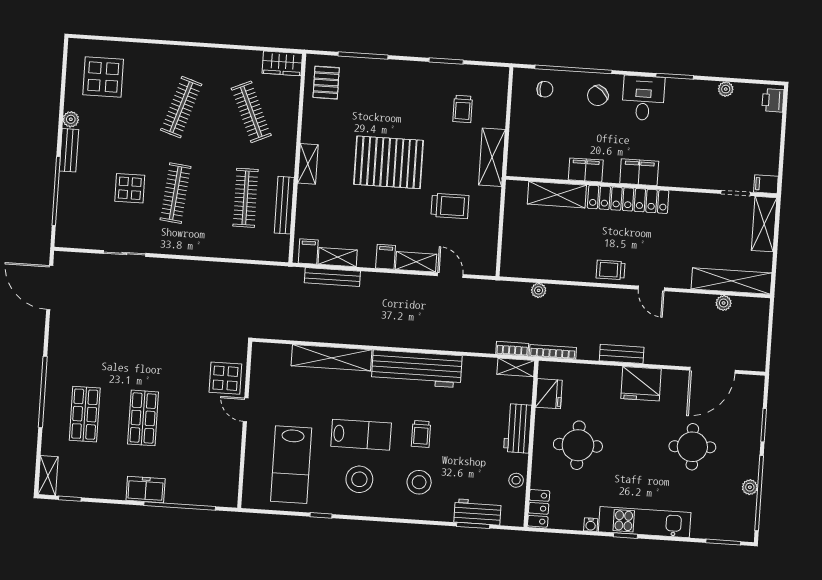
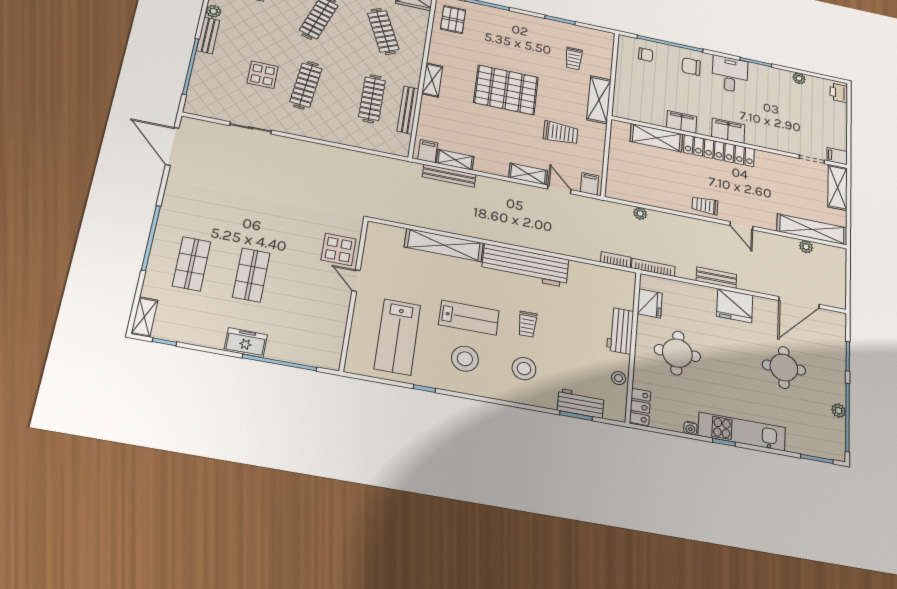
chair: (598, 96) -> (691, 66), turned 47
filing cabinet: (386, 257) -> (590, 184), moved
shelving: (516, 367) -> (619, 276), removed

